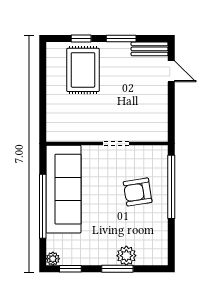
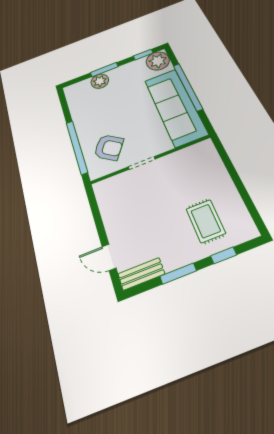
rug: (83, 70) -> (206, 221), width x0.73, depth x0.70
armchair: (138, 192) -> (109, 148), moved, turned 44
plant: (53, 259) -> (158, 61), width x1.88, depth x1.88

